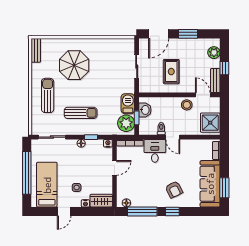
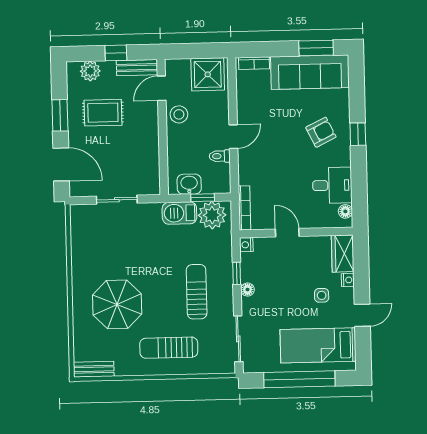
rug: (171, 72) -> (103, 113), moved
desk: (155, 151) -> (332, 185), moved, turned 180
door: (64, 211) -> (362, 315), hinge flipped
window: (142, 211) -> (359, 185), removed

